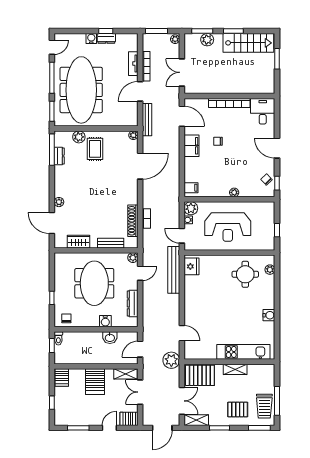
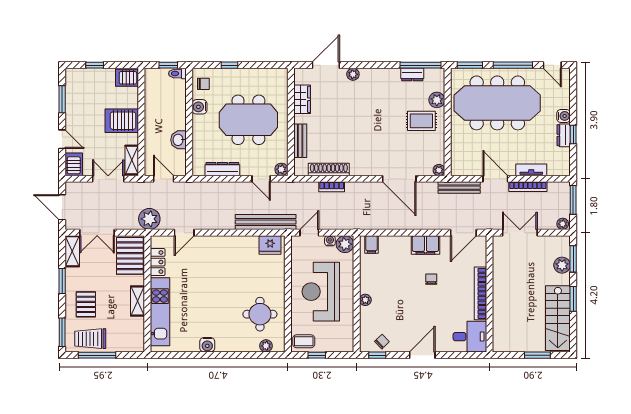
coffee table: (266, 240) -> (304, 341), added
water cooler: (105, 321) -> (200, 107), moved
locker: (205, 354) -> (158, 262), added

